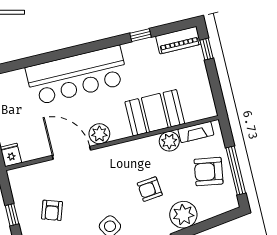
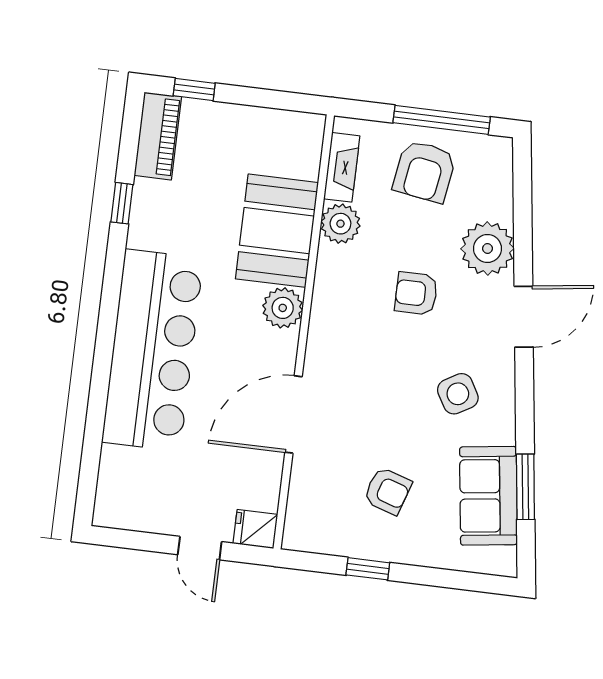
plant: (99, 134) -> (283, 308), moved
armchair: (150, 189) -> (416, 293), turned 96

